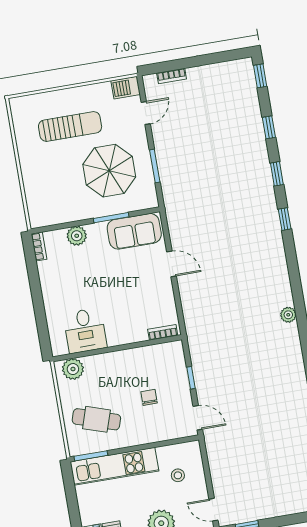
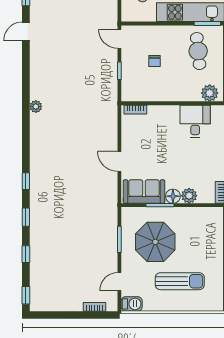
sun lounger: (70, 126) -> (180, 281), turned 180
floor lamp: (97, 232) -> (173, 196), added
cafe table: (96, 419) -> (198, 51), turned 66

